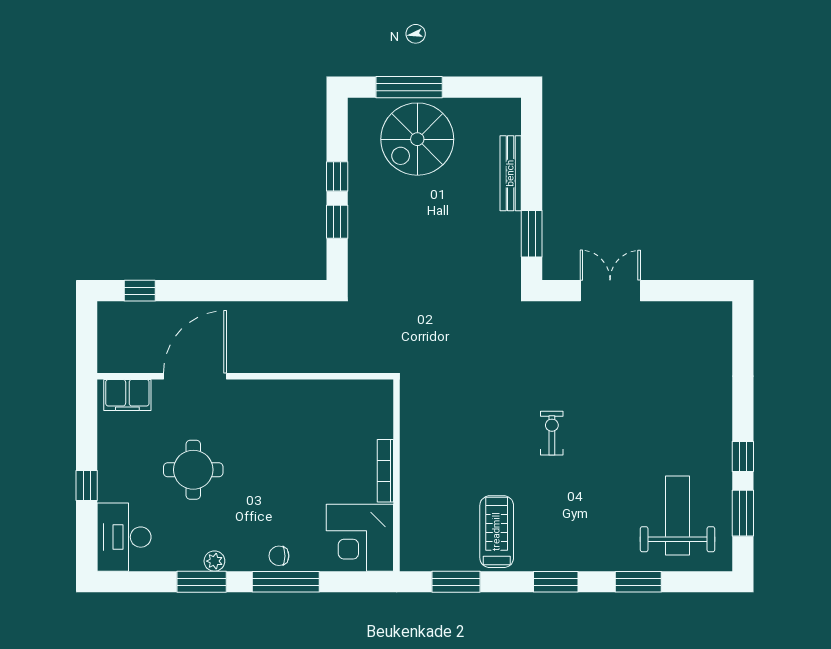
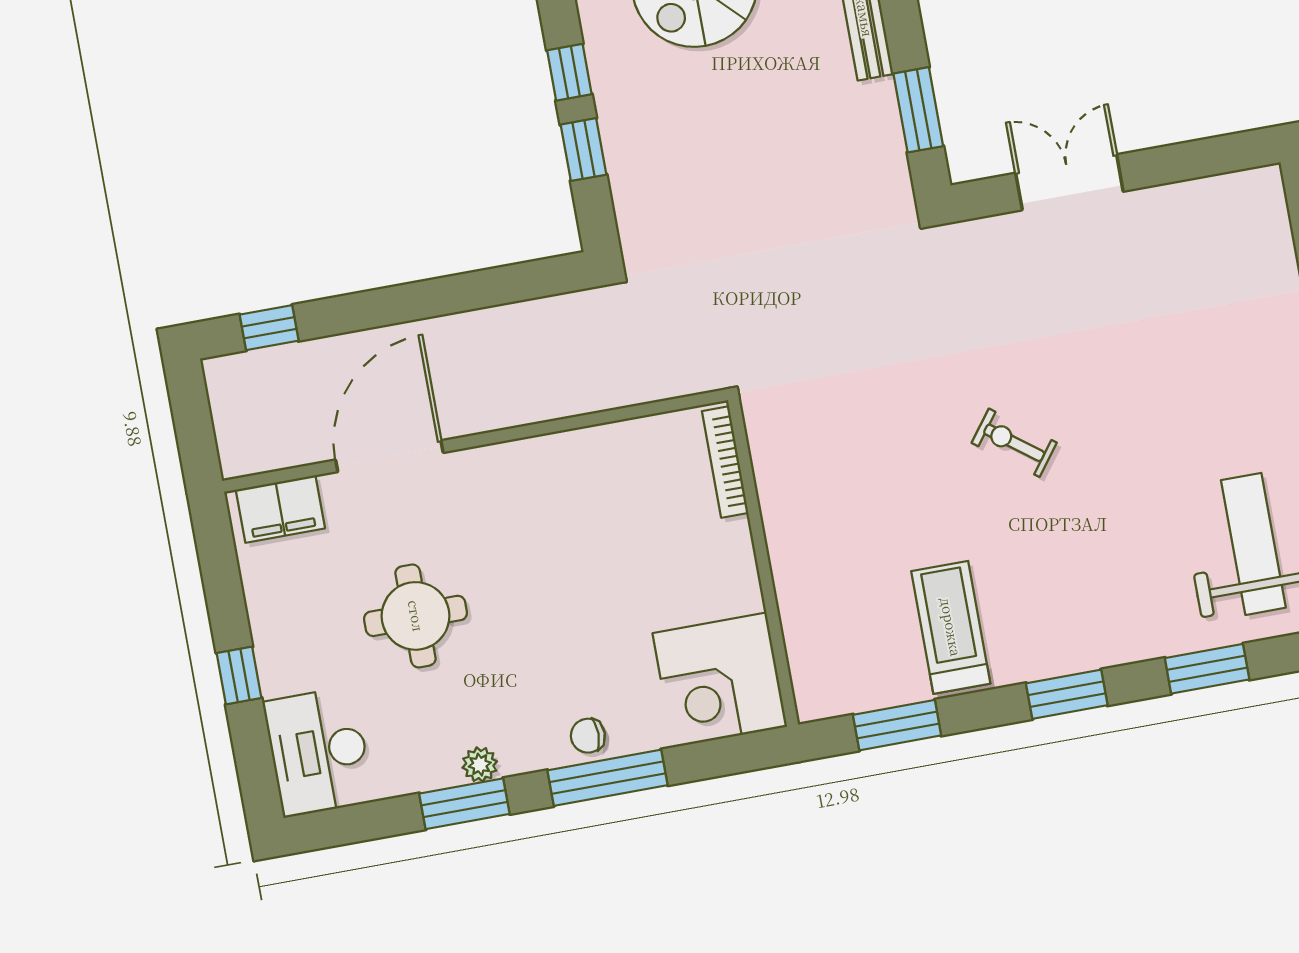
exercise bike: (552, 433) -> (1014, 443), turned -53
bookcase: (385, 471) -> (725, 462), moved

